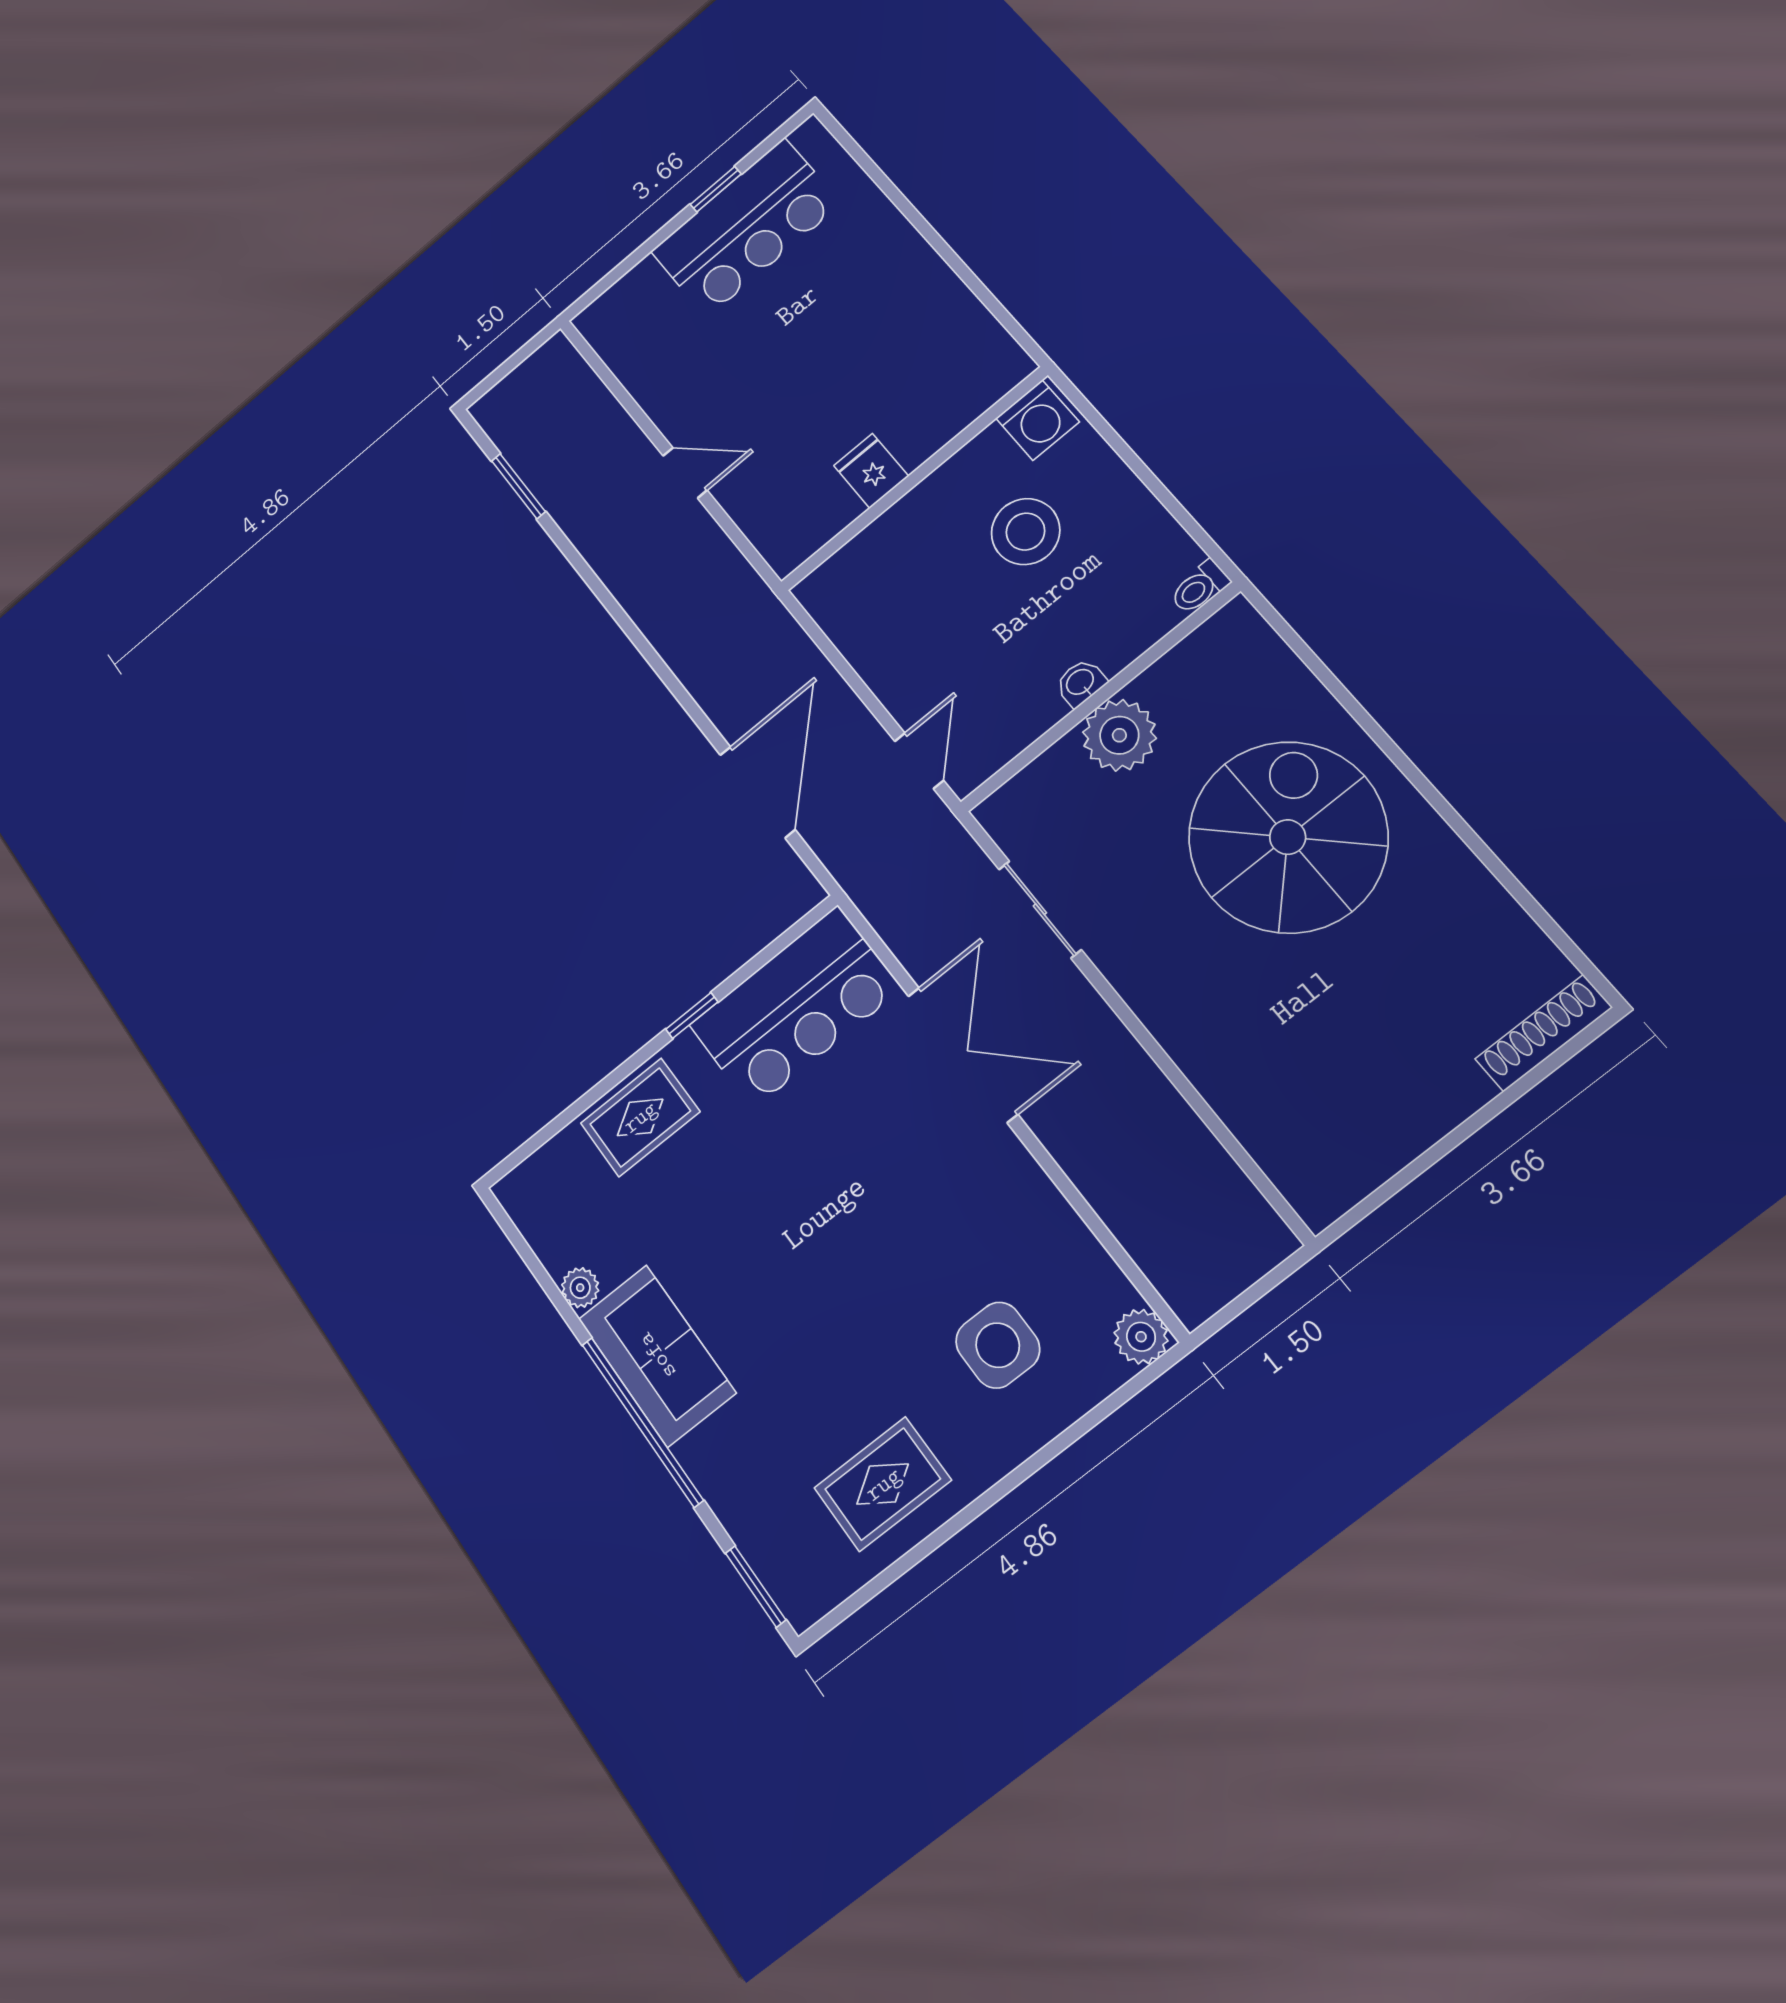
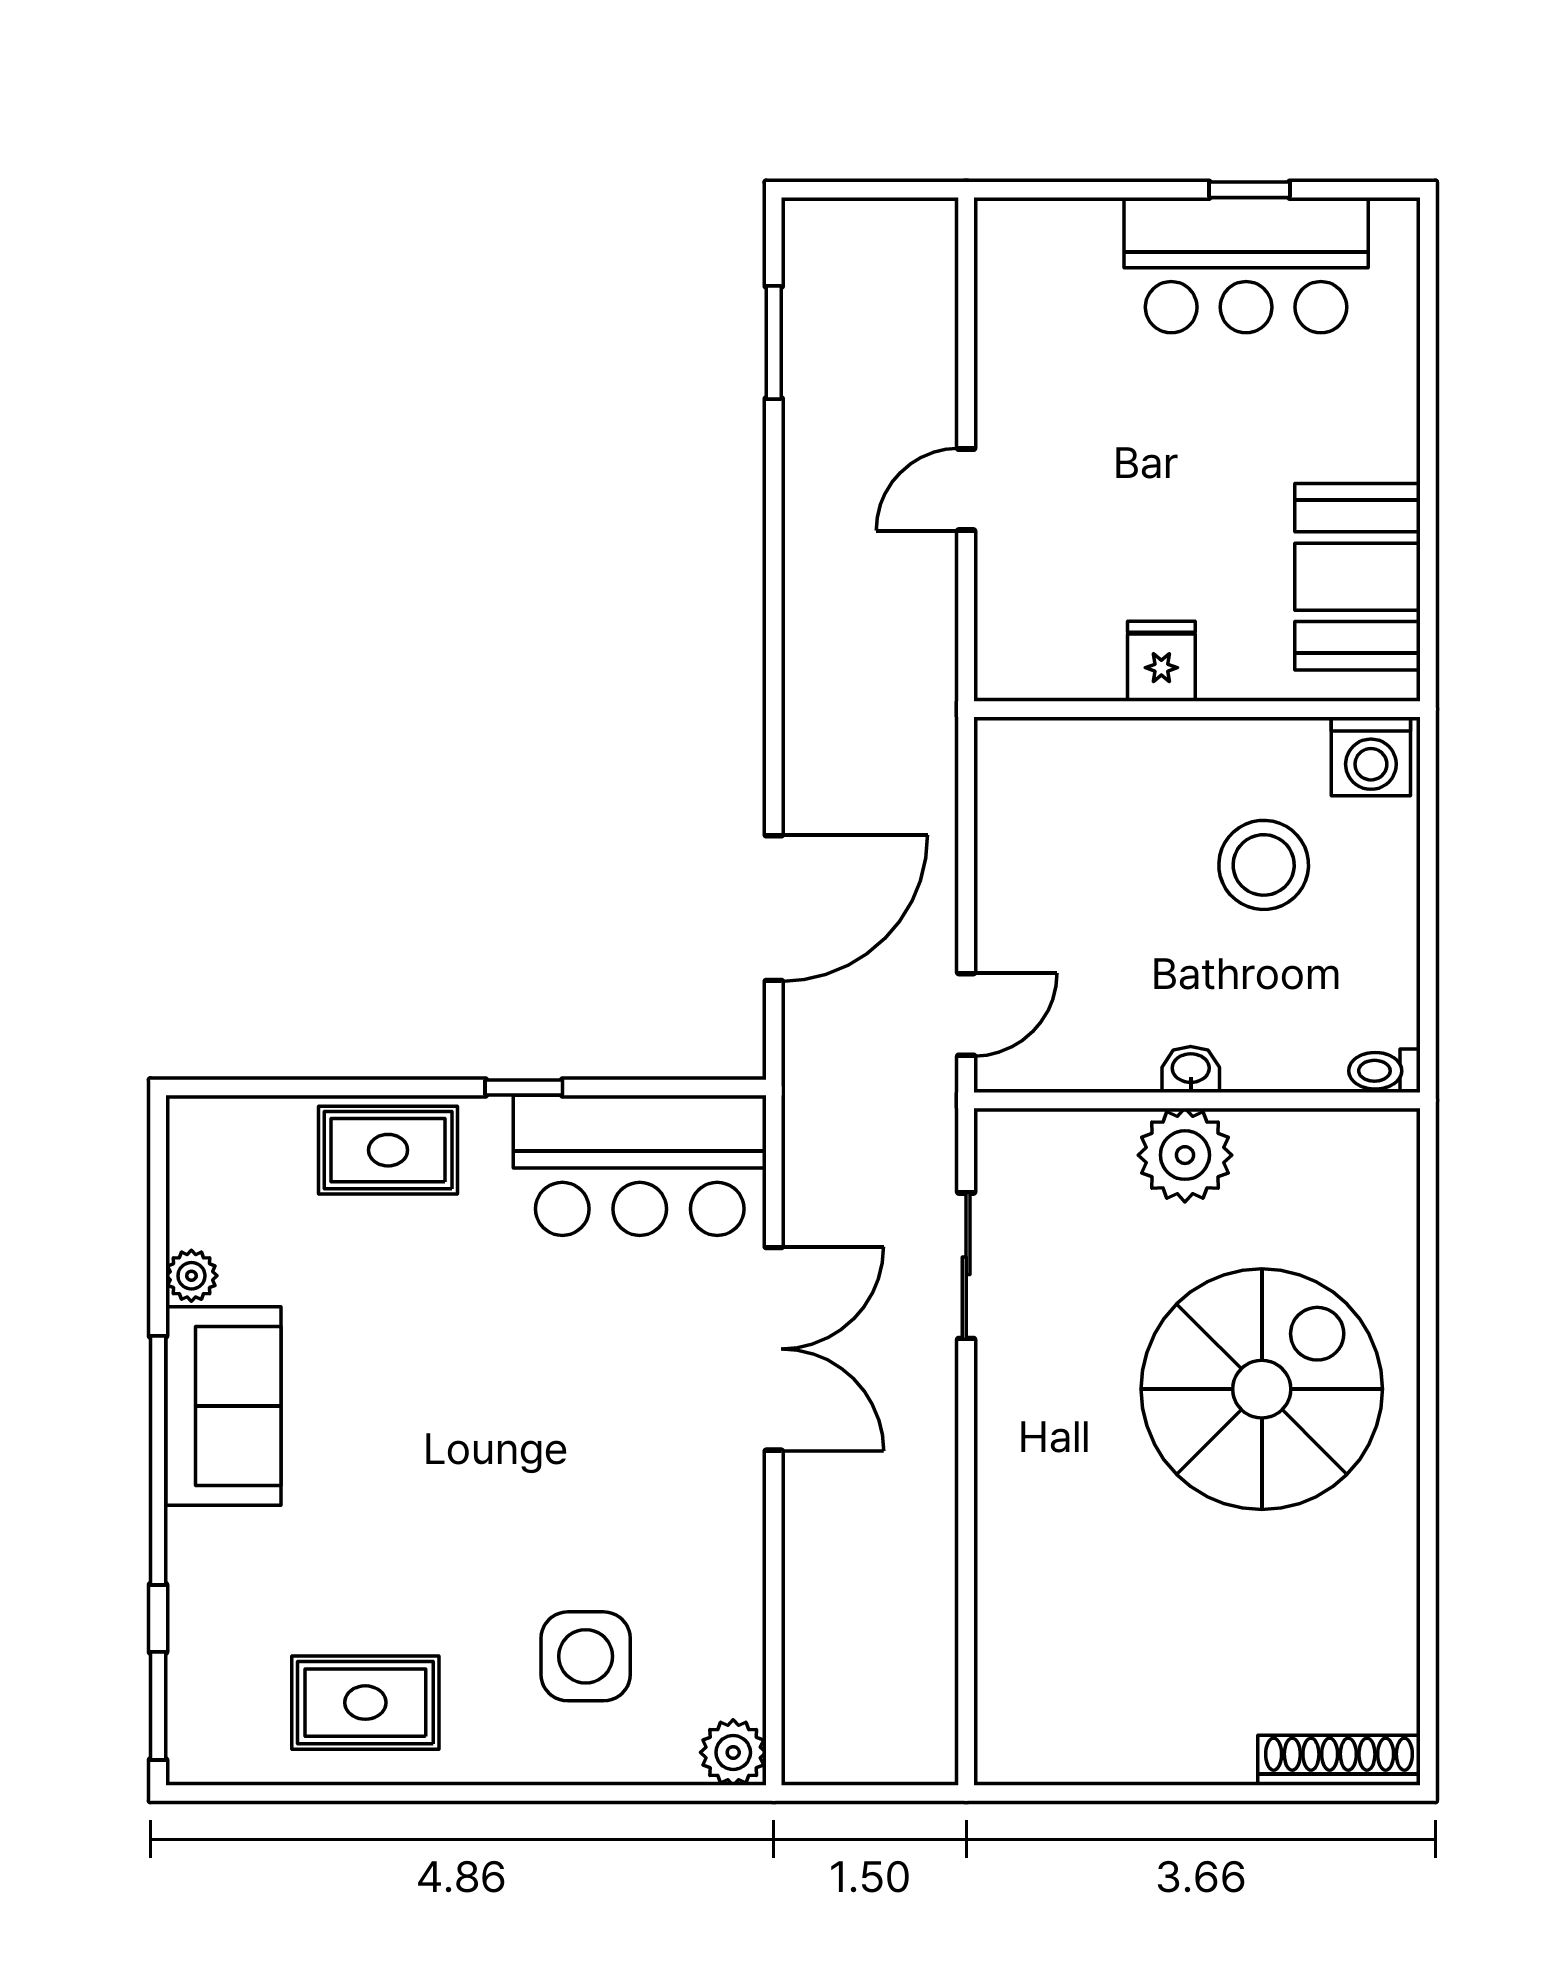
booth: (946, 332) -> (1358, 577), added
door: (685, 473) -> (966, 490), swing flipped

